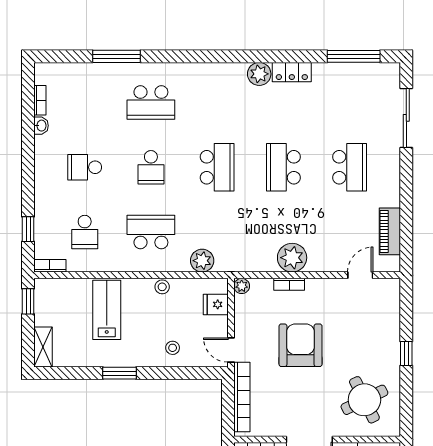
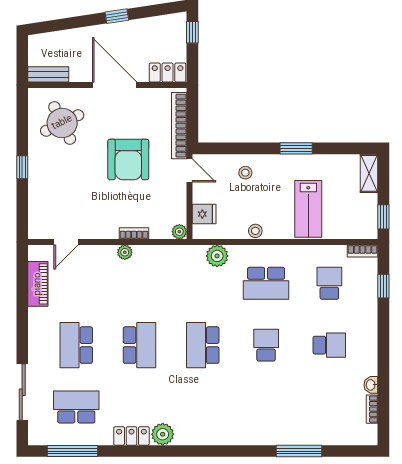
school desk: (151, 103) -> (76, 407), moved
plant: (292, 258) -> (125, 252), width x0.53, depth x0.53
armchair: (301, 345) -> (128, 159), moved

